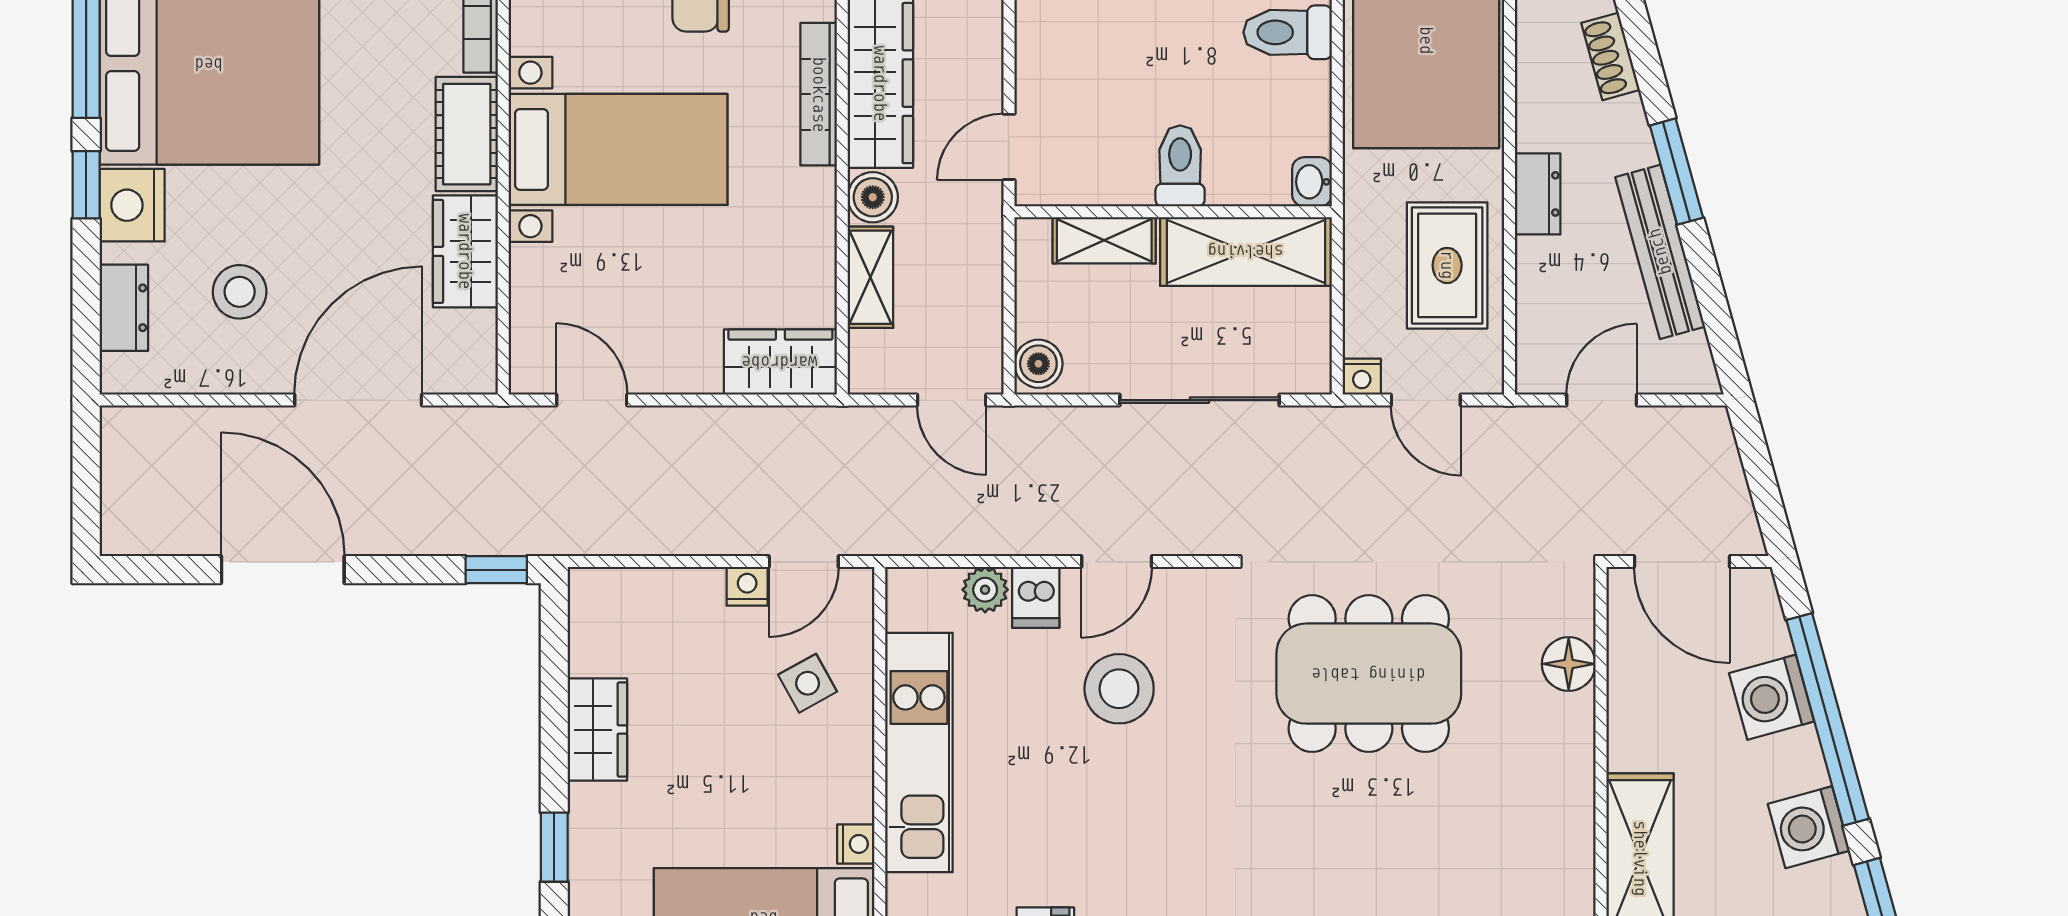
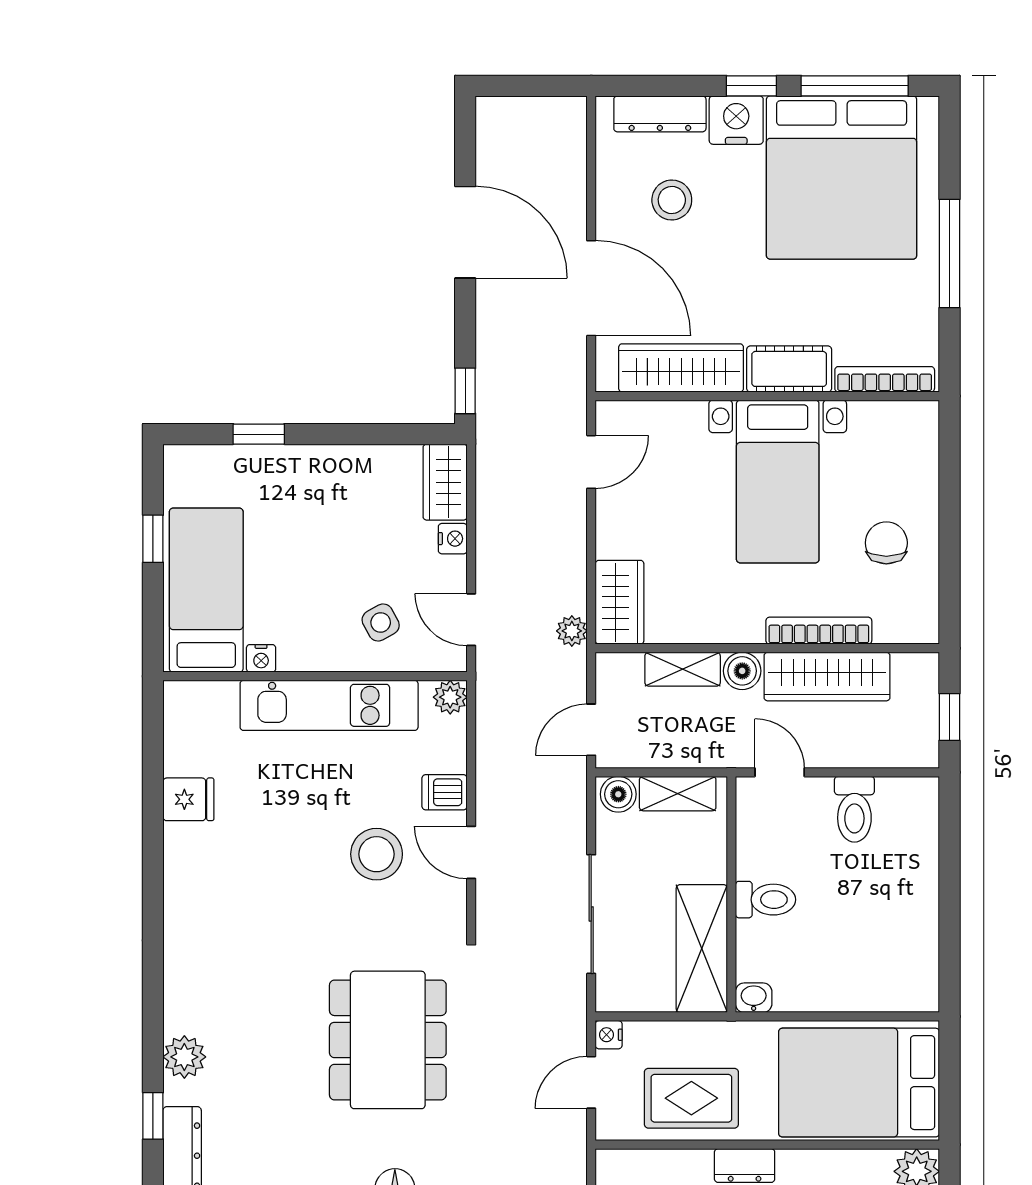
toilet: (1288, 32) -> (854, 809), moved, turned 180
shelving: (1104, 240) -> (678, 794), moved, turned 90
wardrobe: (465, 251) -> (681, 368), width x1.50
dresser: (124, 308) -> (660, 114), width x1.44
plant: (819, 426) -> (572, 631), added
door: (283, 570) -> (465, 232), hinge flipped
nightstand: (747, 586) -> (453, 539), moved
plant: (985, 590) -> (450, 697), moved
wardrobe: (597, 730) -> (445, 482), moved, turned 90

